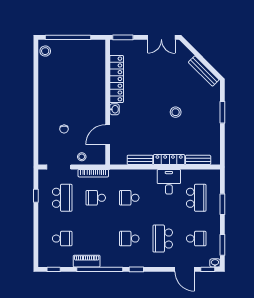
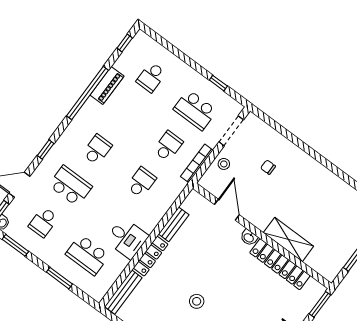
shelving: (98, 85) -> (288, 239), added
bench: (198, 160) -> (123, 292), width x1.36
window: (136, 269) -> (46, 150), moved

